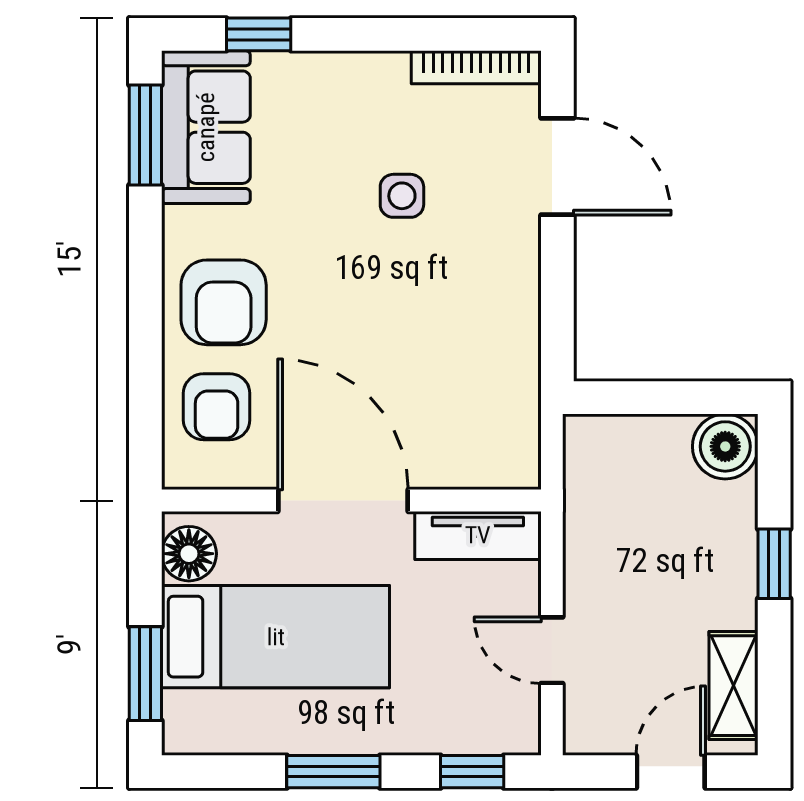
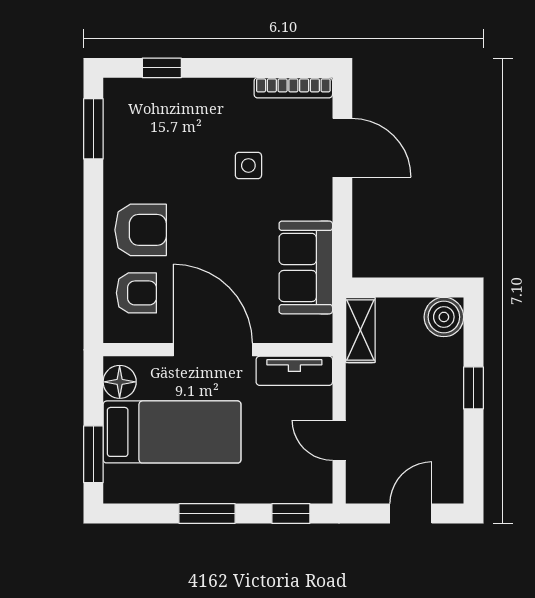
sofa: (206, 127) -> (306, 267), moved, turned 180
armchair: (224, 302) -> (141, 230), turned -90
armchair: (217, 407) -> (136, 293), turned -90
shelving: (734, 686) -> (360, 330), moved

